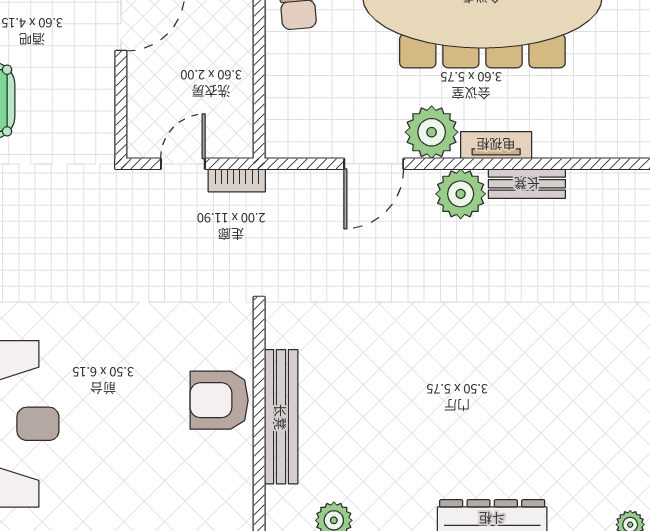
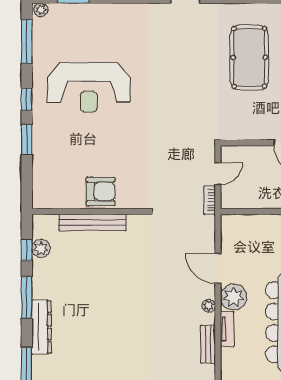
door: (183, 164) -> (218, 174), hinge flipped
plant: (461, 194) -> (209, 306), width x0.53, depth x0.53
armchair: (219, 400) -> (101, 192), turned 90

